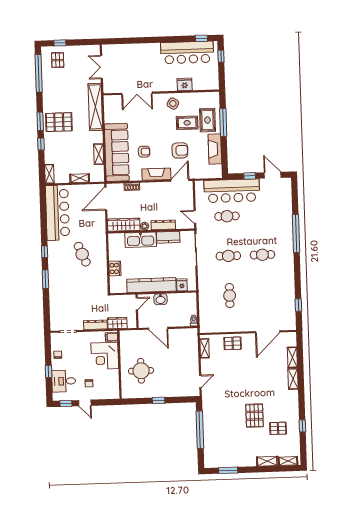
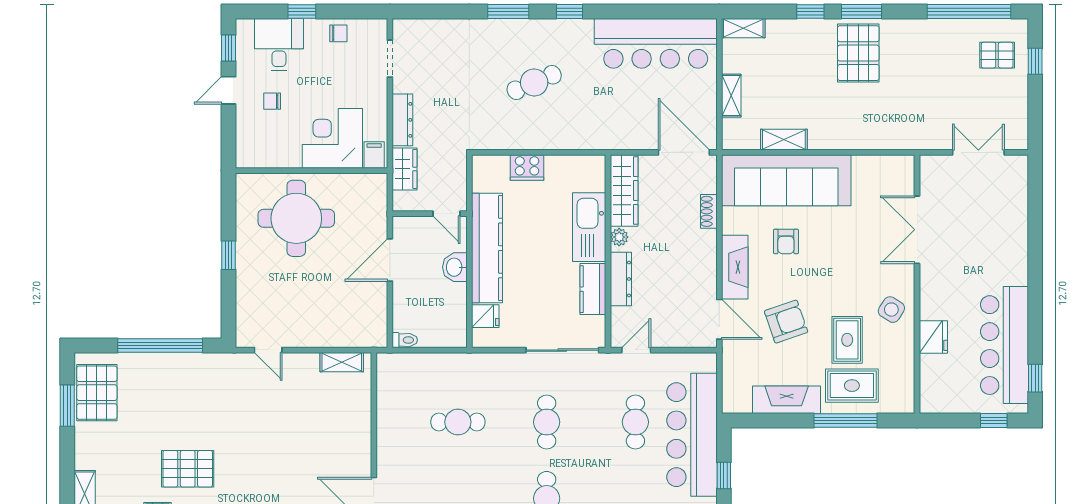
shelving: (95, 107) -> (890, 136), removed
armchair: (180, 150) -> (786, 322), turned -109
cafe table: (82, 254) -> (534, 82), moved
pallet: (233, 343) -> (97, 393), moved, width x1.50, depth x1.42
round table: (141, 371) -> (296, 218), width x1.36, depth x1.36

